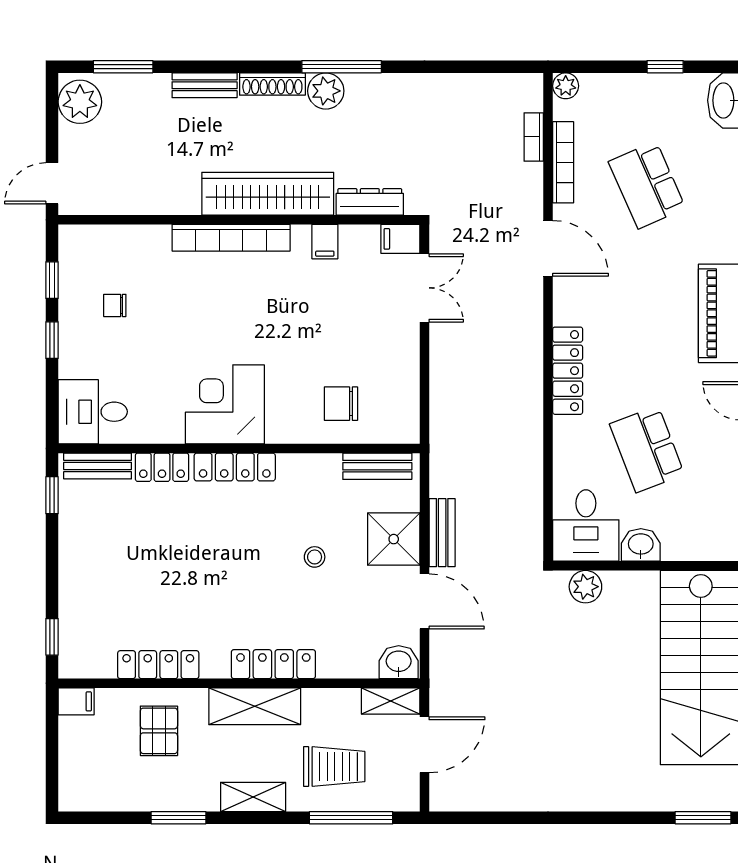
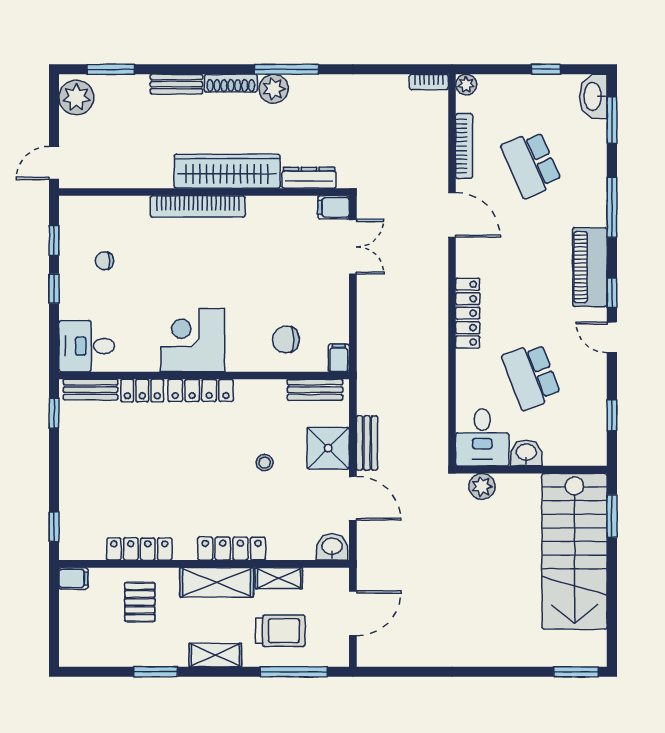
bookcase: (534, 137) -> (429, 82), moved, turned -90
filing cabinet: (325, 242) -> (339, 358), moved, turned 180
shelving: (391, 701) -> (279, 578), moved

